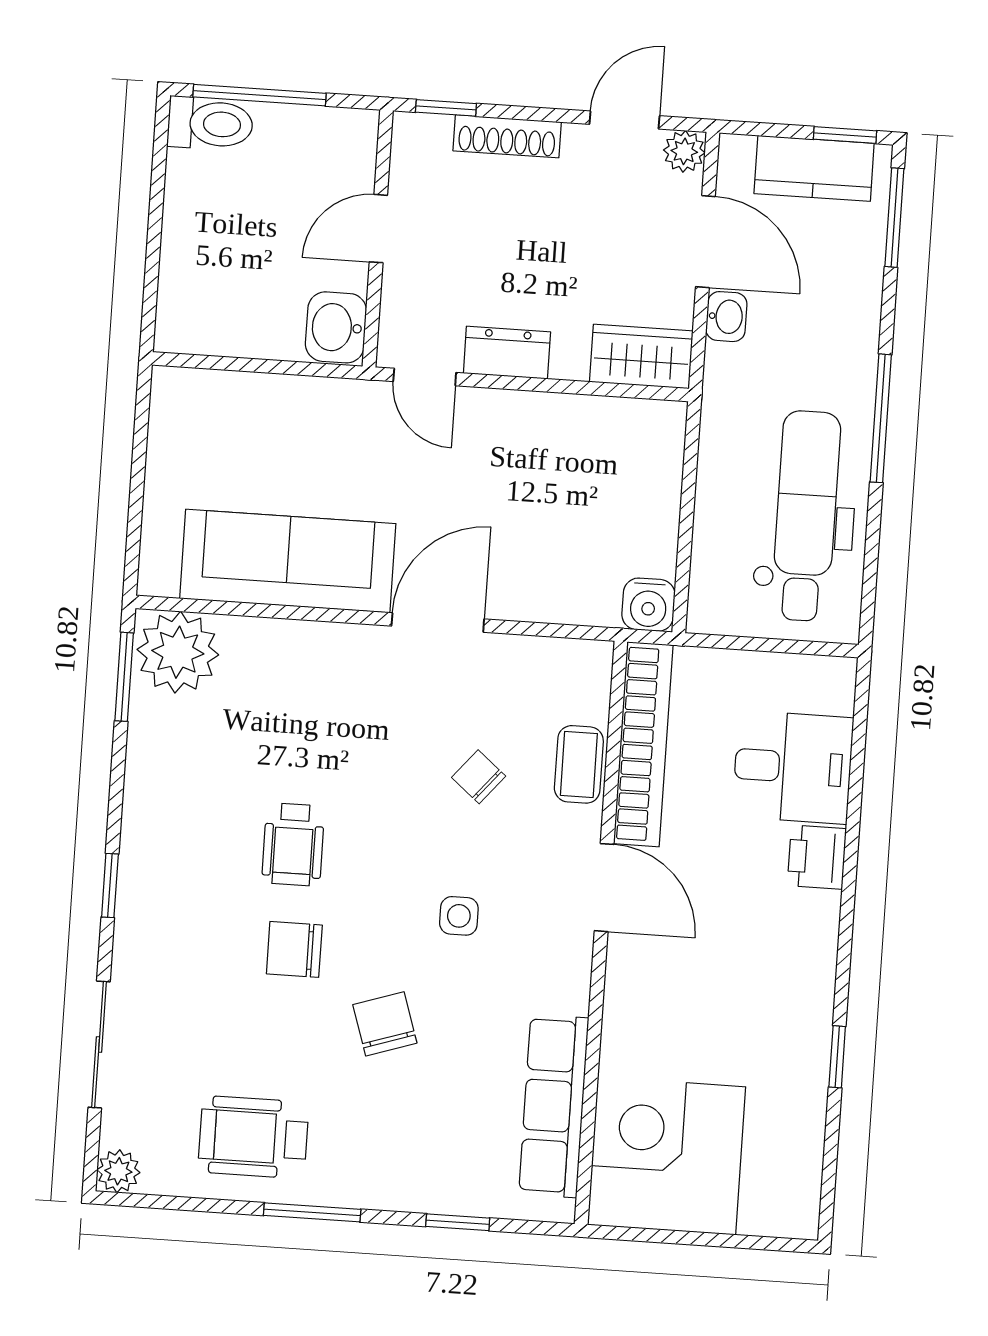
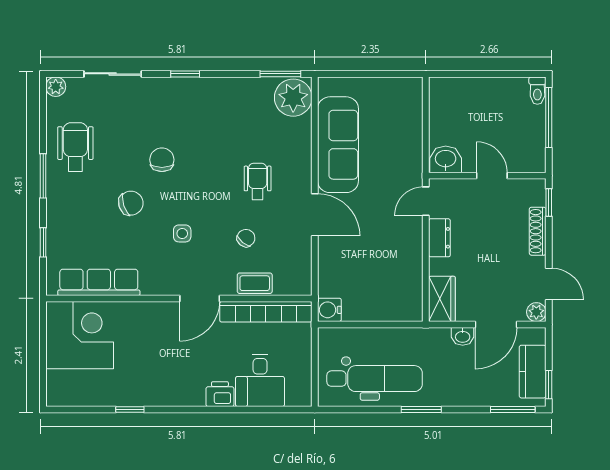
toilet: (210, 124) -> (537, 91), width x0.73, depth x0.72
window: (881, 418) -> (421, 410), width x0.69
wheelchair: (293, 844) -> (258, 181), moved, turned 90

